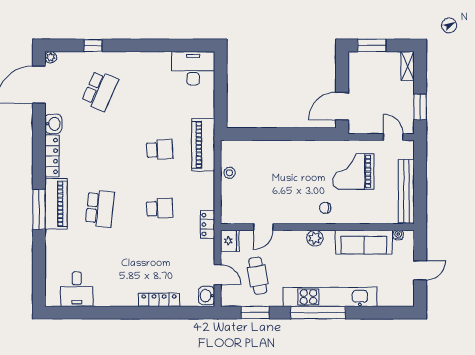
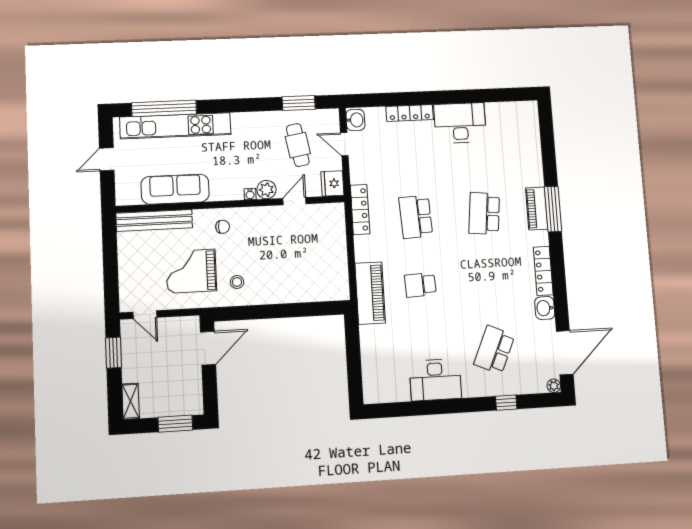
desk: (193, 68) -> (435, 380), moved
grand piano: (353, 171) -> (191, 271), turned 180
stool: (230, 173) -> (237, 282), moved
bench: (406, 191) -> (154, 220), moved, turned 90
piano: (56, 204) -> (537, 209), width x0.73, depth x0.75
school desk: (160, 208) -> (416, 217), width x1.85
locker: (207, 224) -> (360, 210), width x1.53
water cooler: (398, 235) -> (250, 194), moved
plant: (315, 238) -> (266, 190), moved
desk: (77, 289) -> (460, 123), moved, width x1.37
kitchen unit: (330, 297) -> (175, 126), moved
window: (318, 313) -> (164, 108), moved

